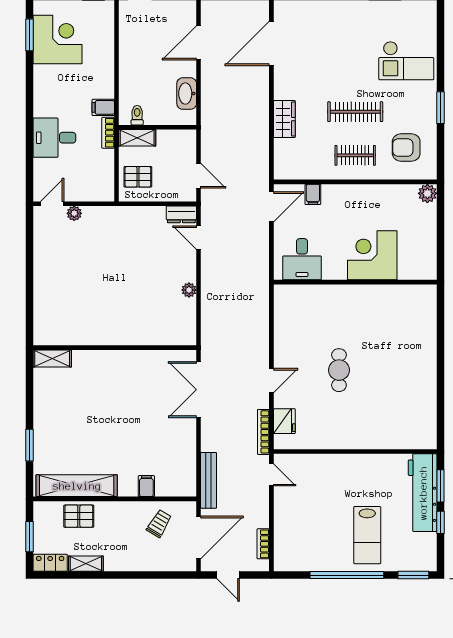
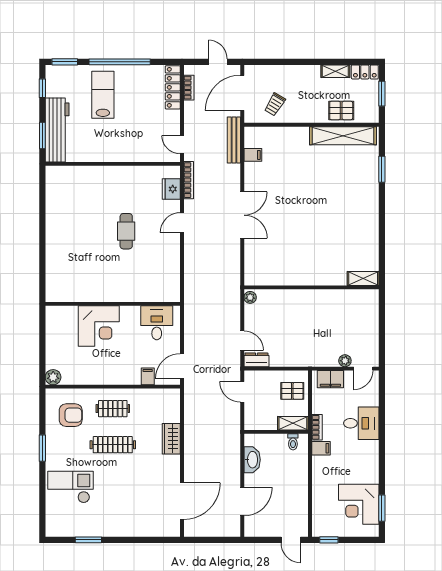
filing cabinet: (92, 191) -> (330, 379), added
wall: (115, 348) -> (311, 287), moved
shelving: (52, 358) -> (363, 278), moved
filing cabinet: (146, 486) -> (253, 155), moved, turned -90
window: (440, 522) -> (42, 88), moved
locker: (283, 544) -> (173, 87), added

